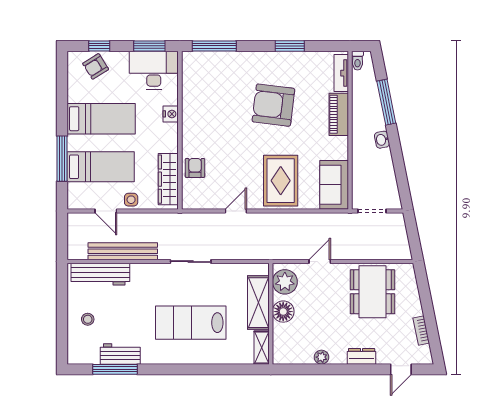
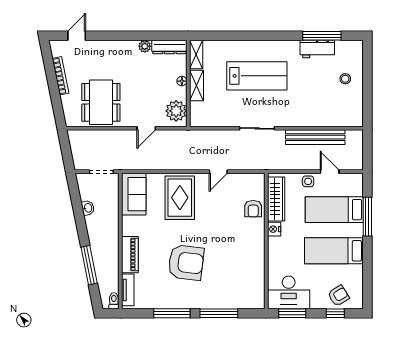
window: (214, 46) -> (219, 313), moved
window: (290, 46) -> (172, 313), width x1.44
nightstand: (171, 114) -> (274, 229), moved
washbasin: (382, 140) -> (88, 208), moved
workbench: (100, 274) -> (334, 117), removed
shelving: (258, 303) -> (197, 85), width x0.67, depth x0.75
floor lamp: (283, 312) -> (182, 81), width x0.53, depth x0.53
bookcase: (421, 330) -> (60, 76), width x1.56
dresser: (362, 356) -> (169, 47), moved, width x1.44

